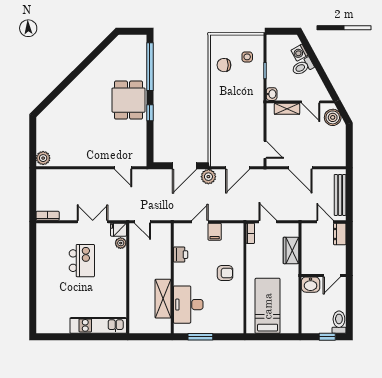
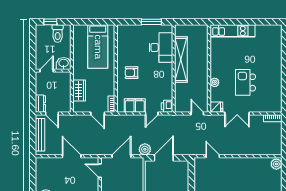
filing cabinet: (215, 232) -> (135, 106), width x2.00
plant: (121, 243) -> (215, 82), moved
printer: (181, 255) -> (167, 106), moved
shelving: (163, 299) -> (181, 59), width x1.47
toilet: (339, 322) -> (58, 34), moved

